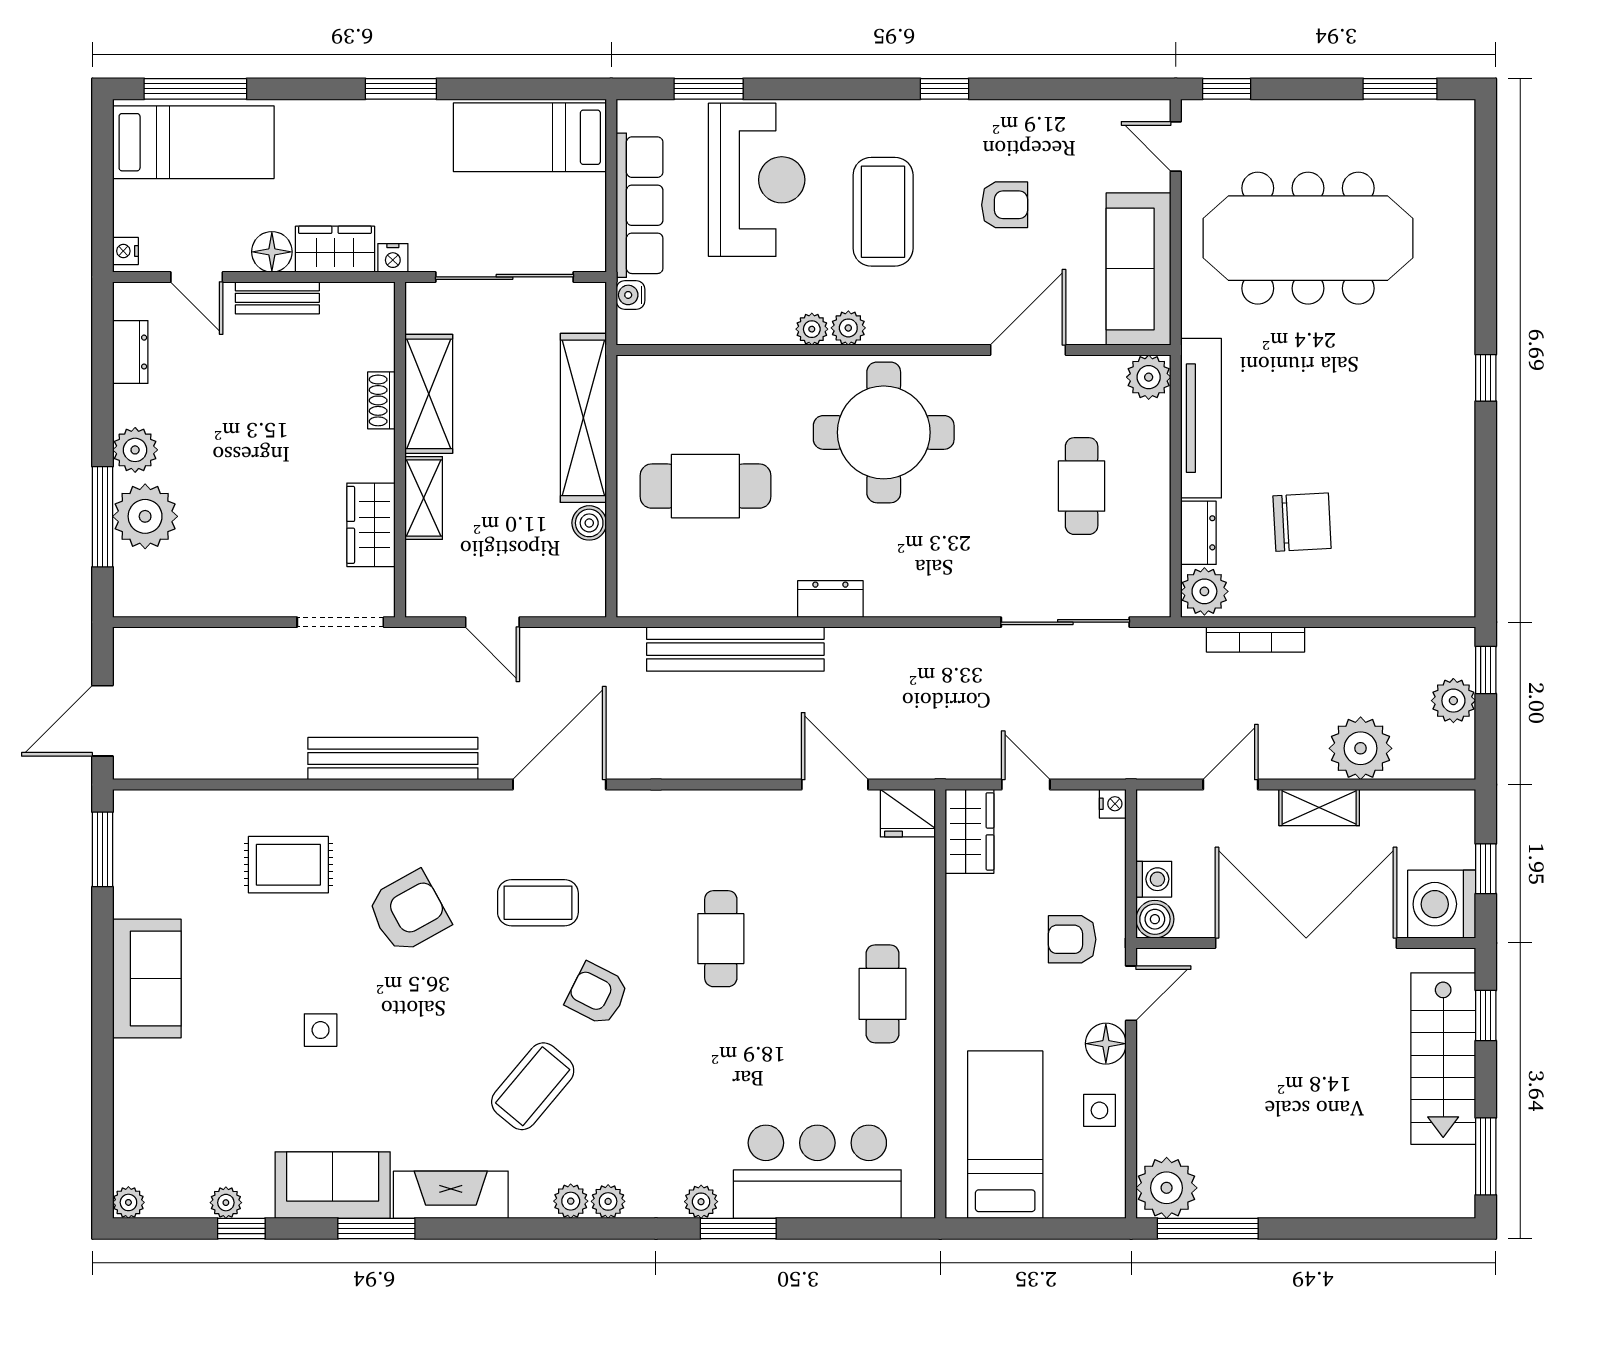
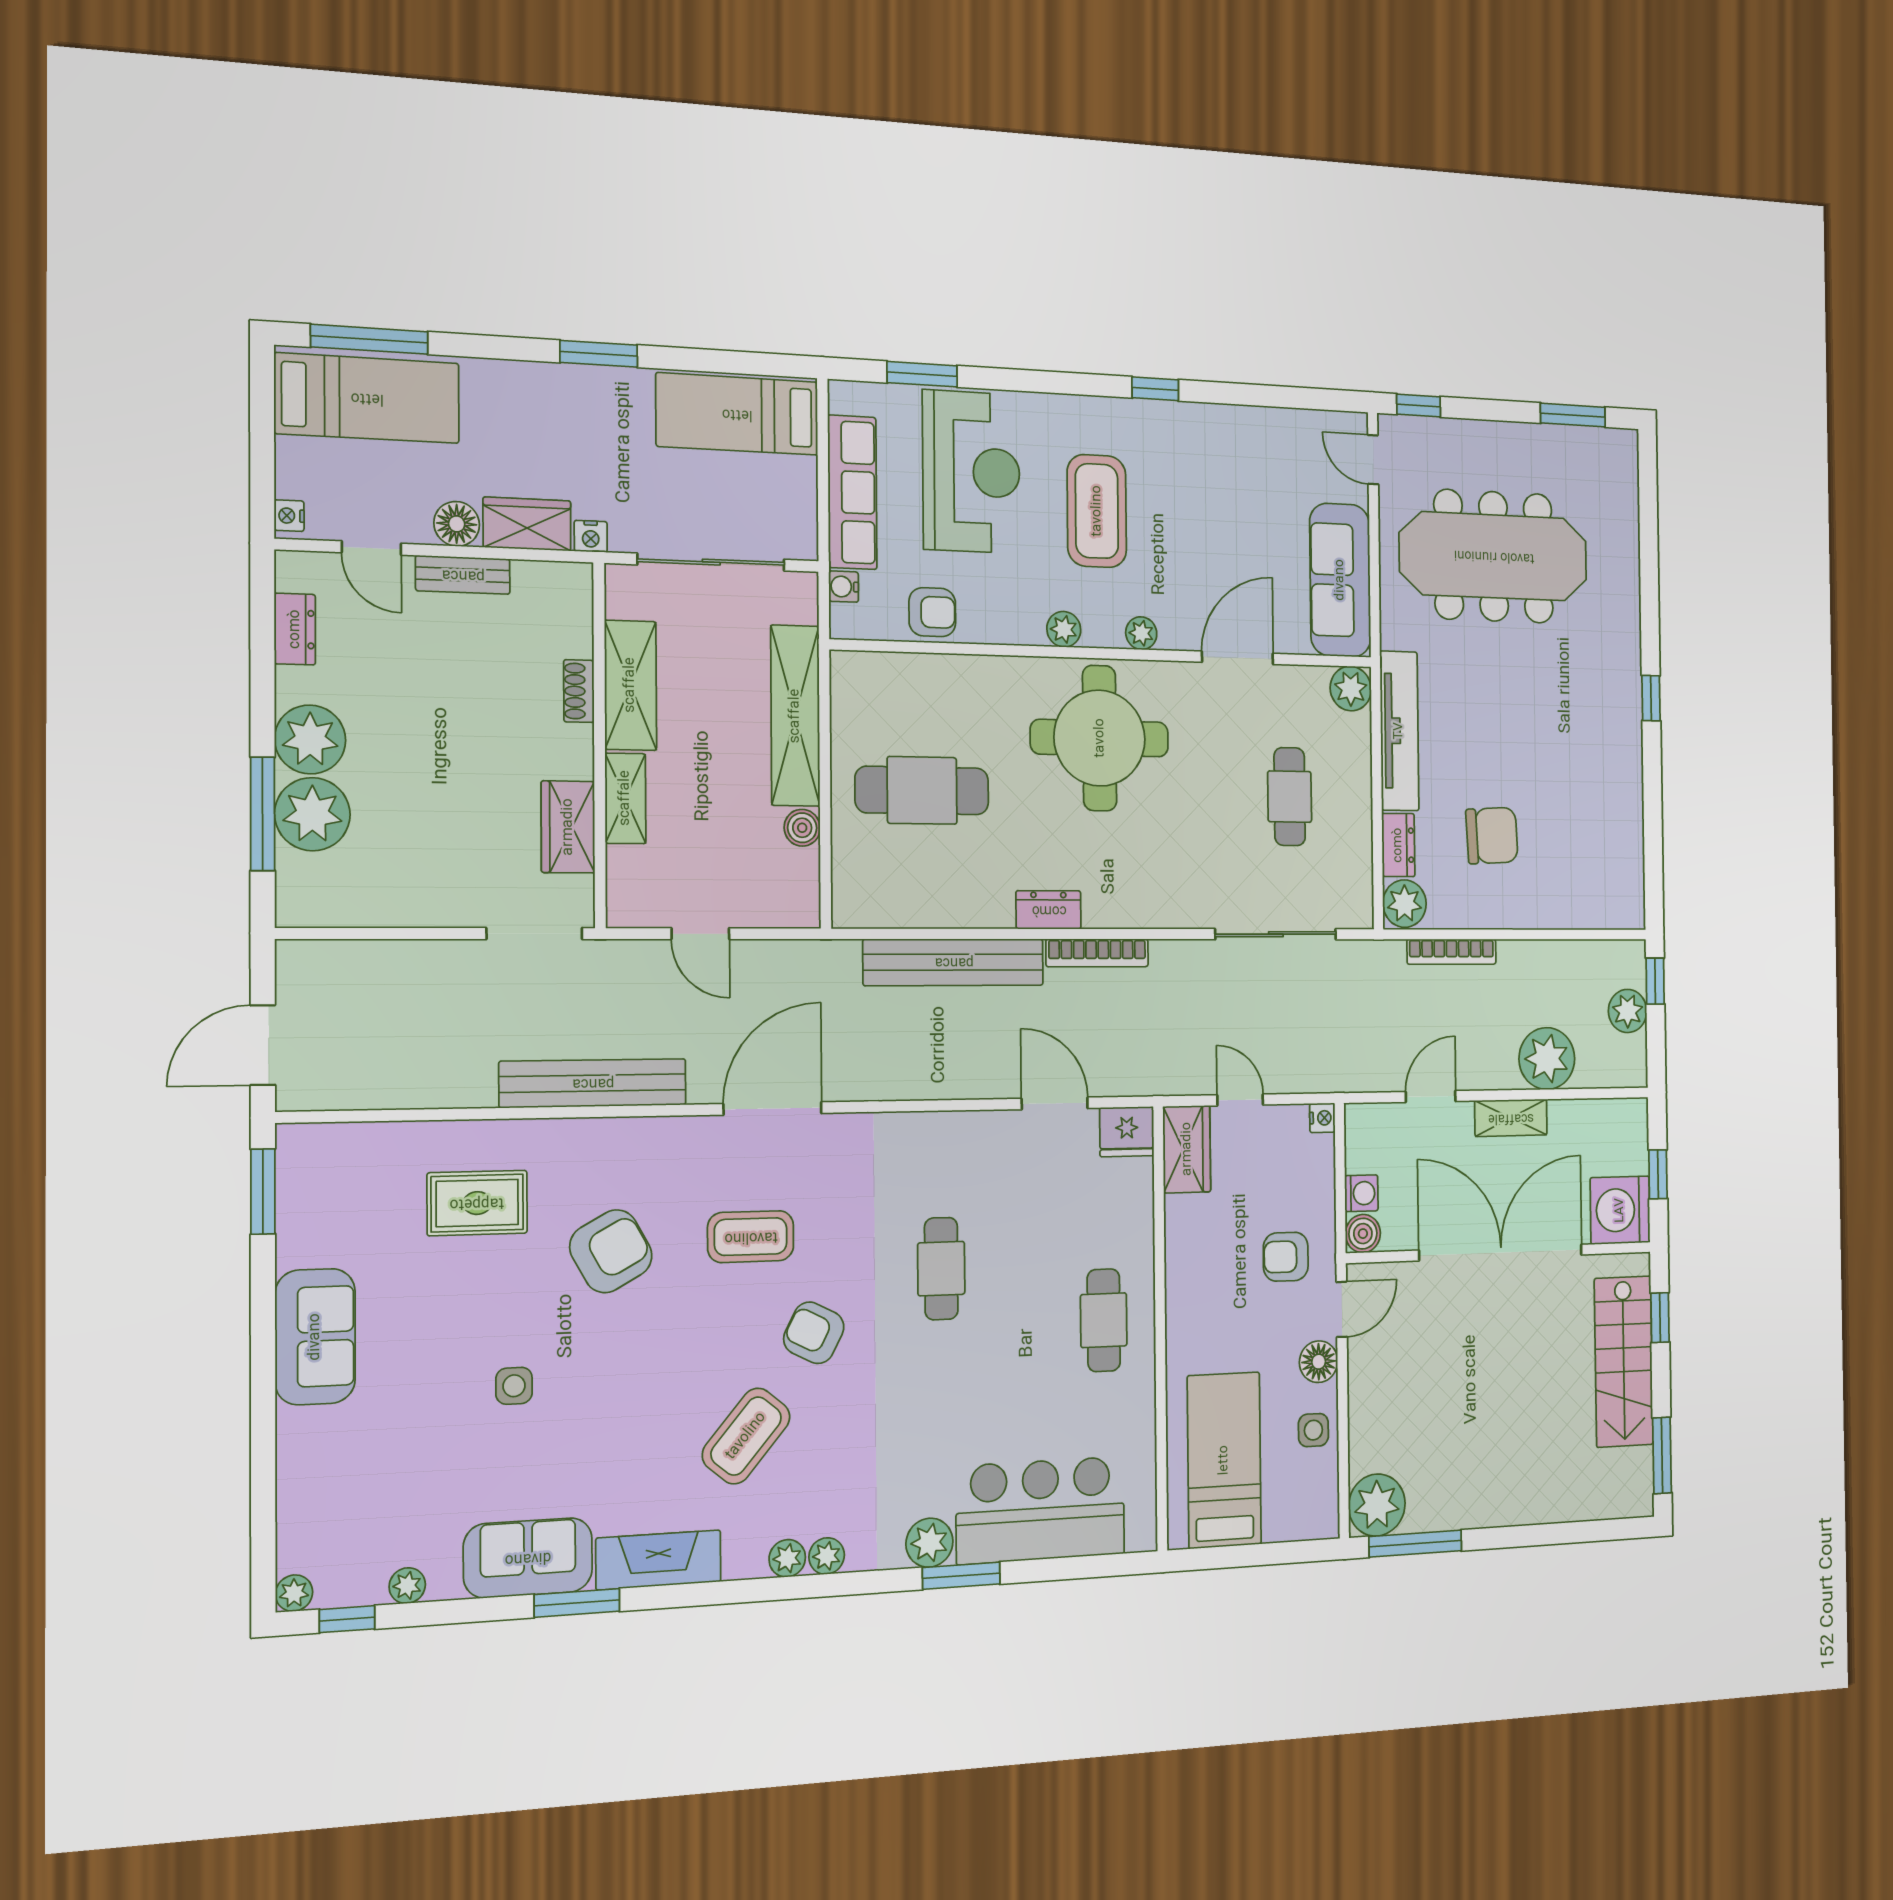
armchair: (1005, 205) -> (932, 612), moved
plant: (812, 329) -> (1141, 633), moved
plant: (135, 450) -> (310, 740), width x1.36, depth x1.36
bookcase: (879, 640) -> (1097, 953), added
plant: (701, 1202) -> (929, 1543), width x1.38, depth x1.38
window: (241, 1228) -> (347, 1619), moved

